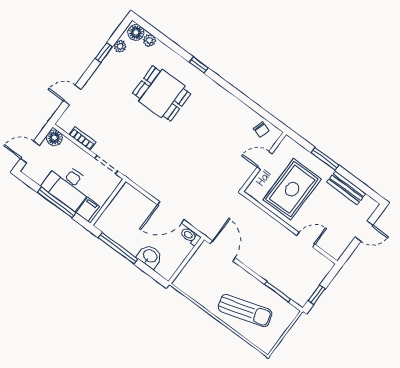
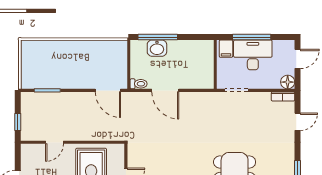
bookcase: (82, 138) -> (283, 96), moved
door: (171, 212) -> (165, 90), swing flipped
window: (118, 248) -> (158, 37), moved
window: (317, 295) -> (18, 122), moved
sun lounger: (245, 311) -> (60, 60), removed

